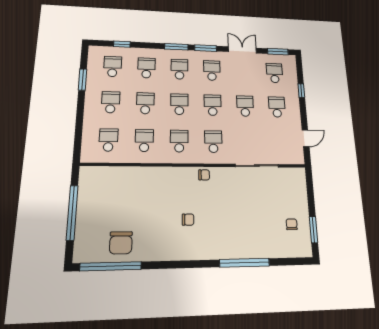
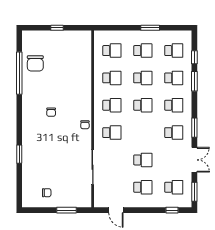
window: (176, 47) -> (194, 81), moved
window: (83, 80) -> (150, 28), moved
window: (301, 90) -> (172, 210), moved
school desk: (213, 105) -> (143, 133), removed
window: (72, 213) -> (57, 28), width x0.32
window: (314, 230) -> (66, 210), moved
chair: (121, 243) -> (35, 63), turned -90
window: (244, 263) -> (19, 154), width x0.47
window: (111, 266) -> (19, 73), moved

